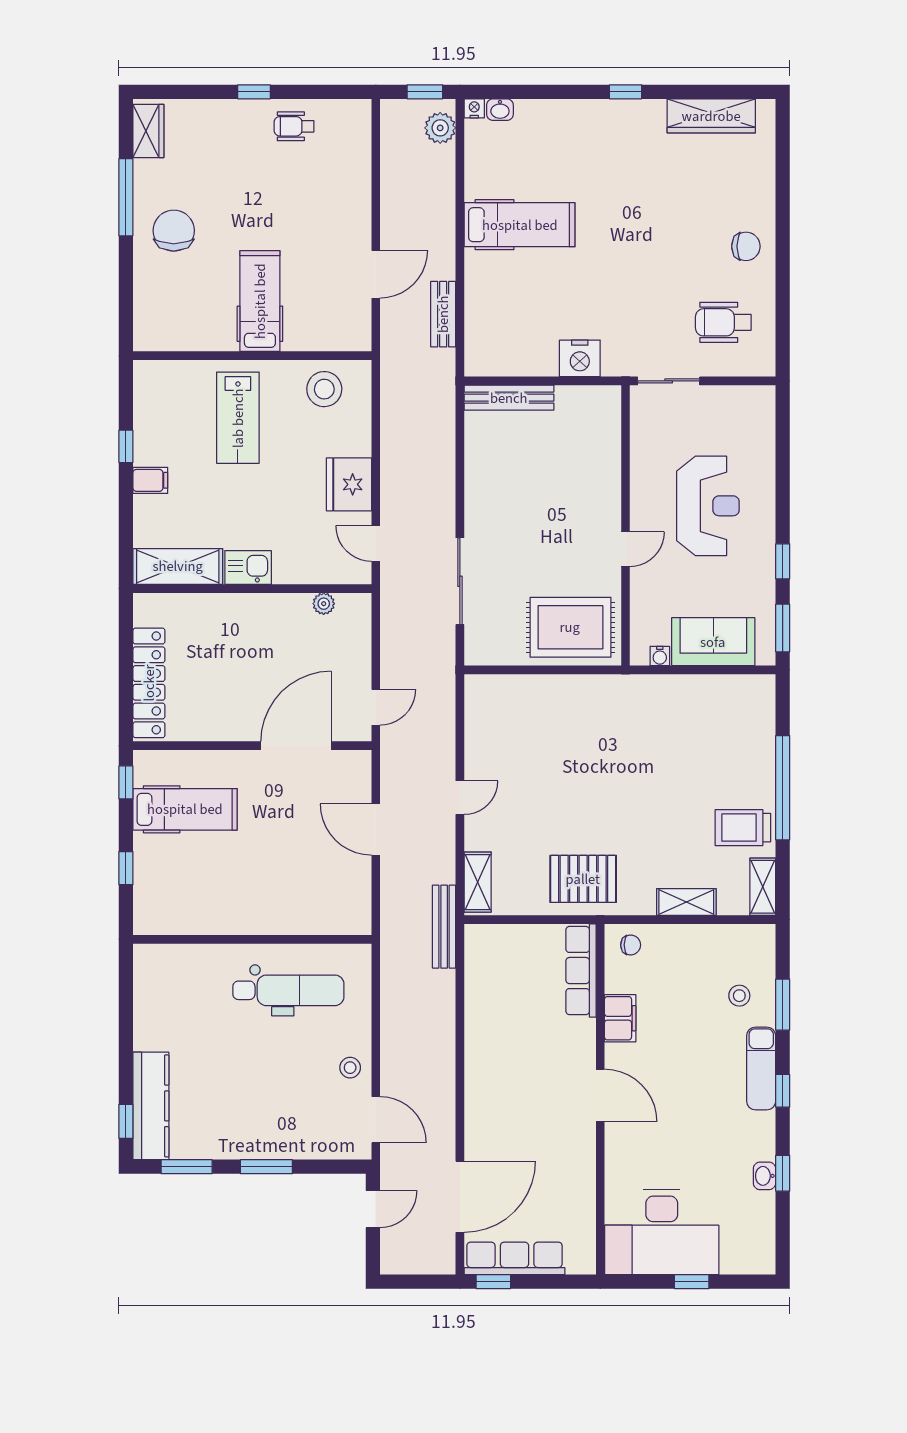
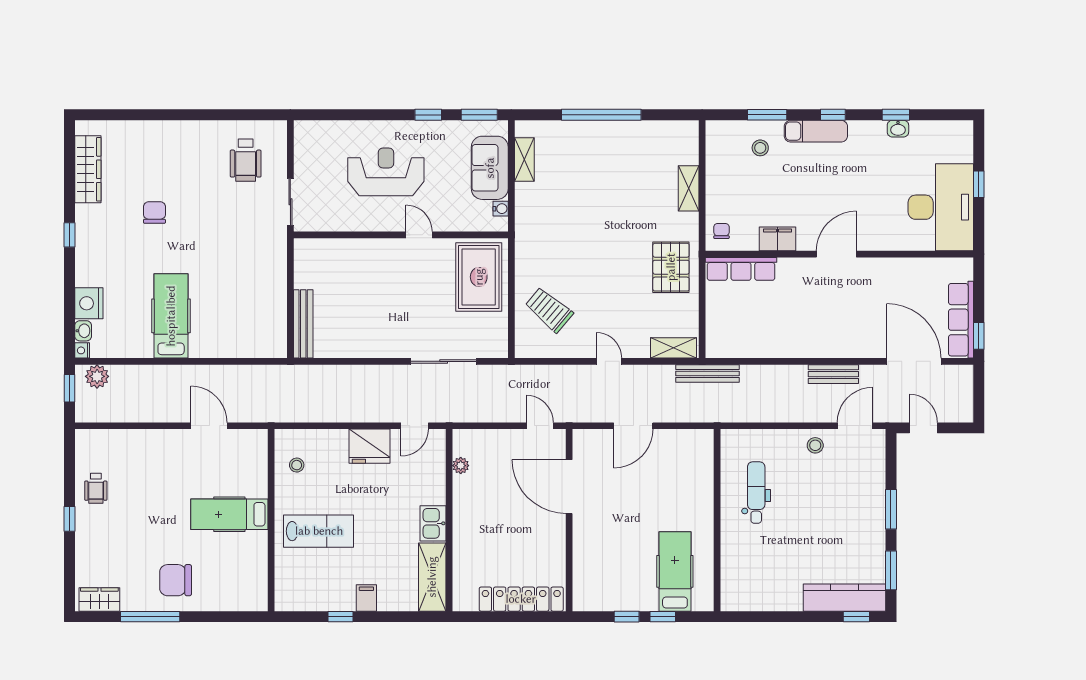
chair: (746, 246) -> (154, 213), moved
bench: (443, 314) -> (833, 374), moved
nightstand: (580, 358) -> (89, 303), moved, turned 180
stool: (324, 389) -> (297, 465), width x0.53, depth x0.53
window: (126, 782) -> (627, 617), moved
hospital bed: (185, 809) -> (675, 571), moved
trolley: (743, 828) -> (549, 310), moved, turned 130
shelving: (763, 887) -> (524, 160), moved, turned 90
dental chair: (288, 990) -> (756, 493), width x0.73, depth x0.72

